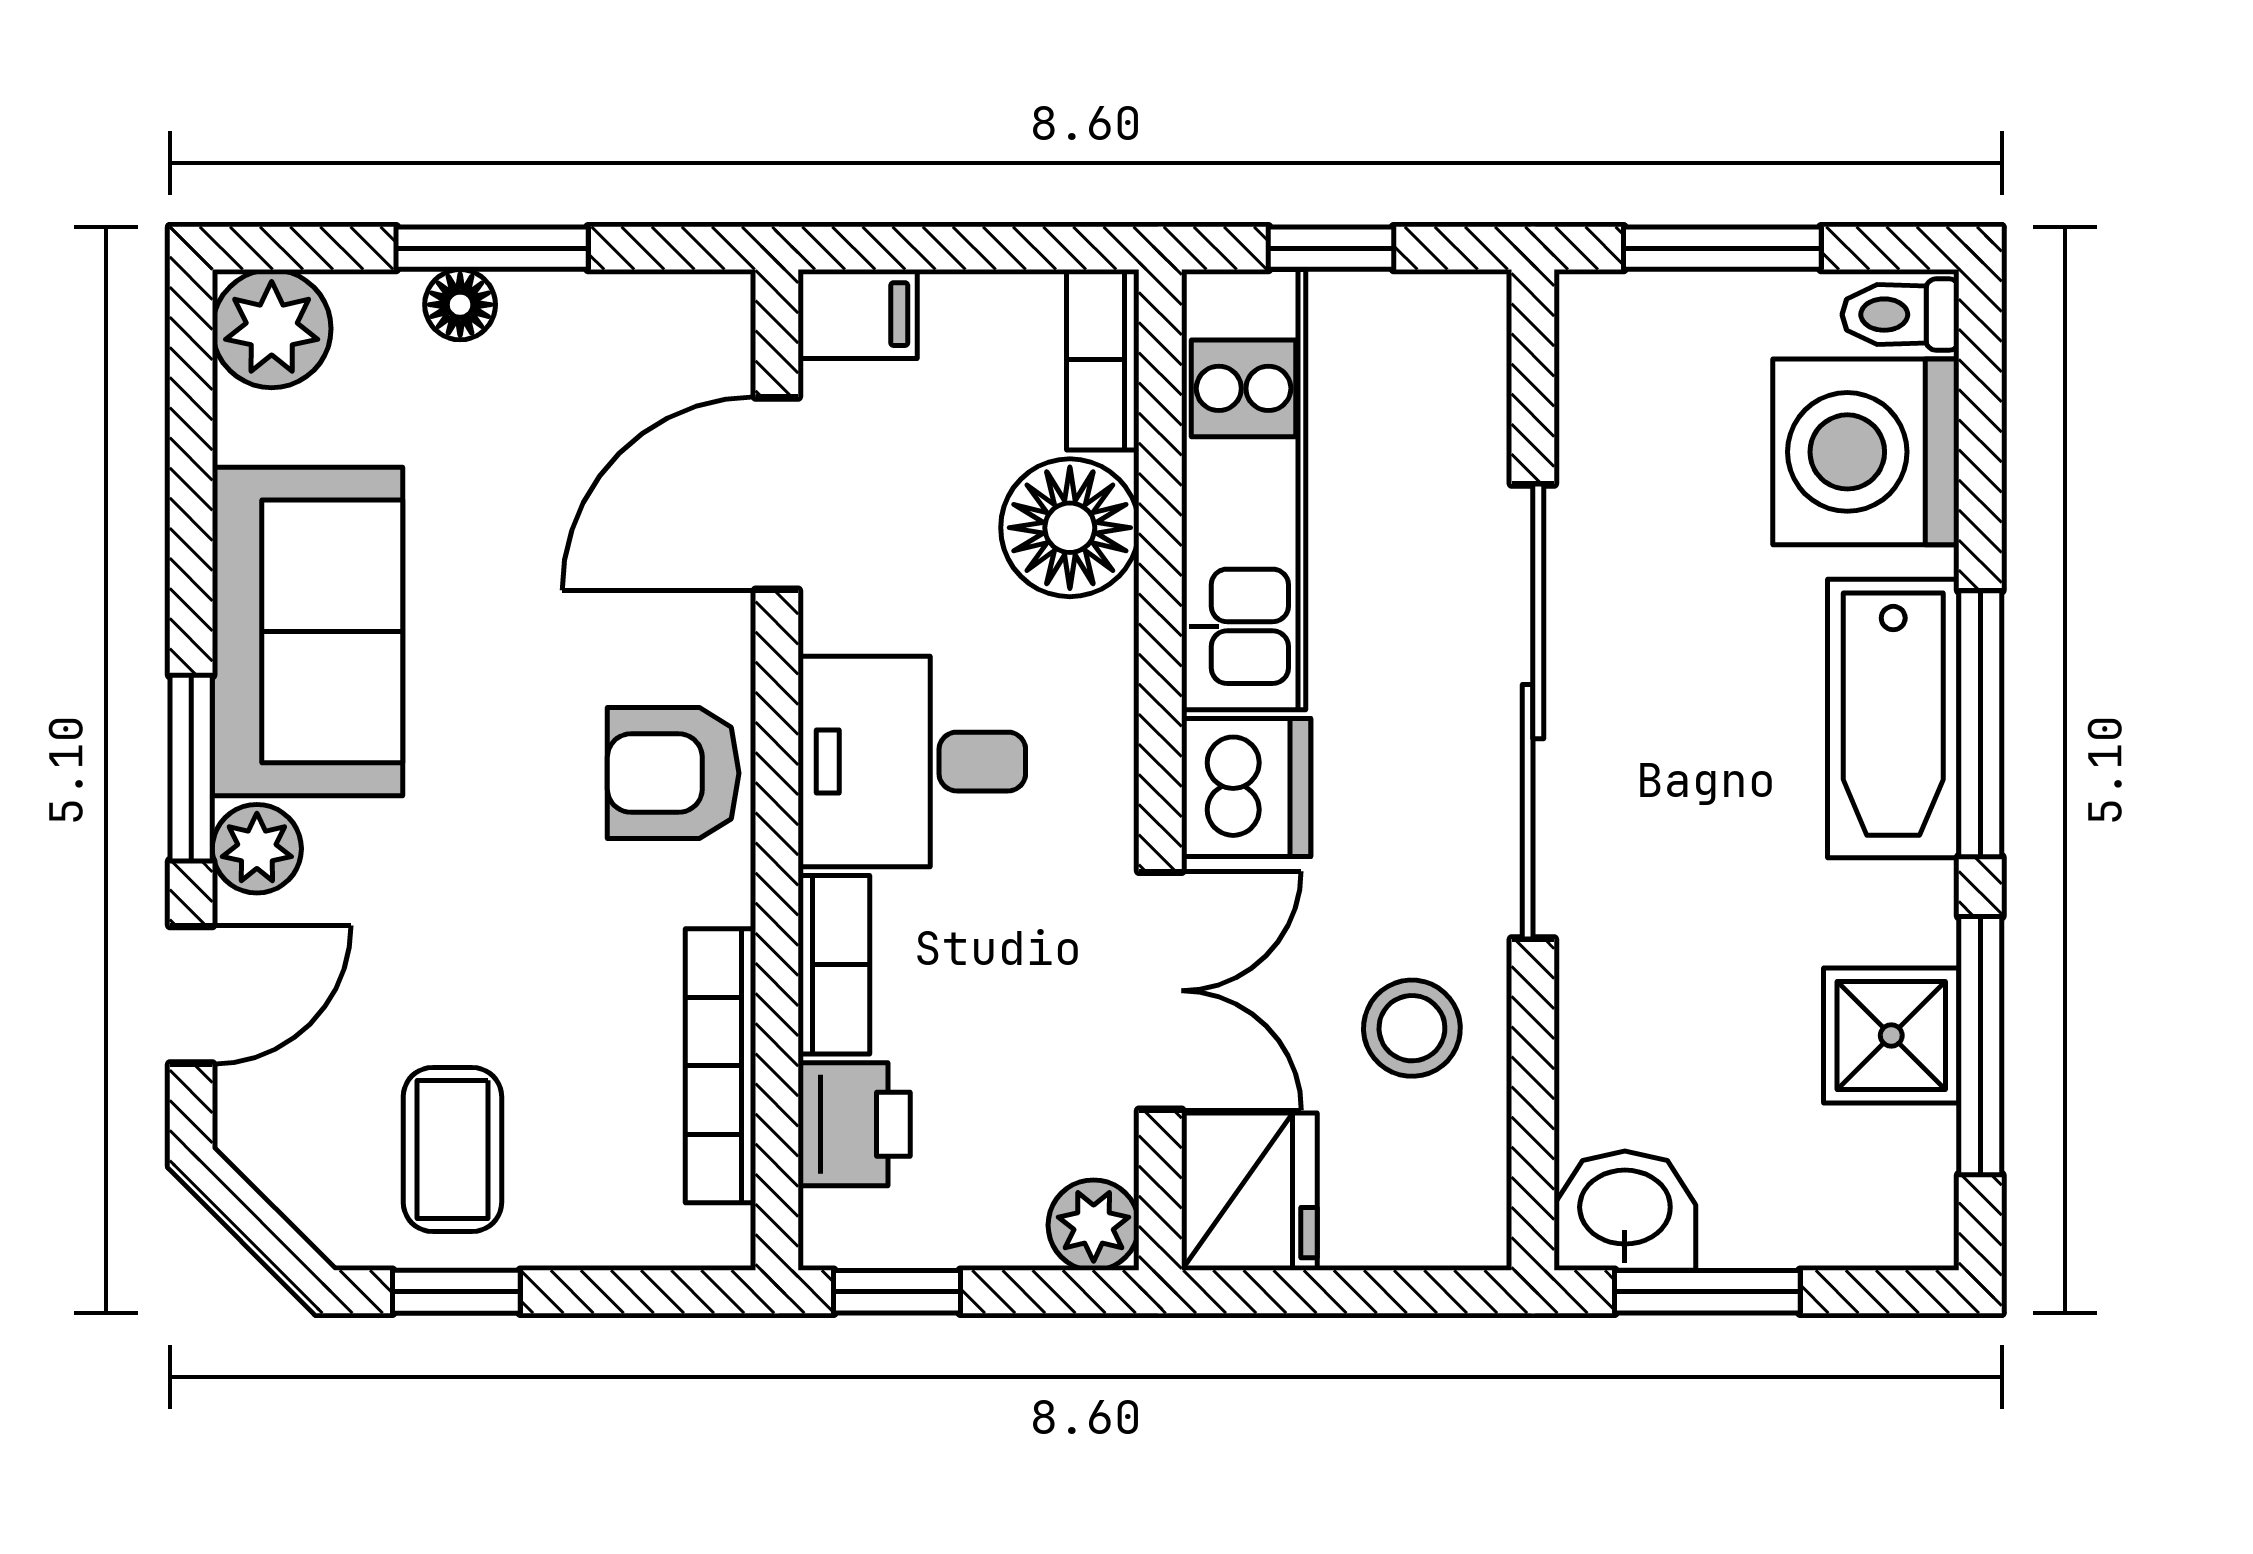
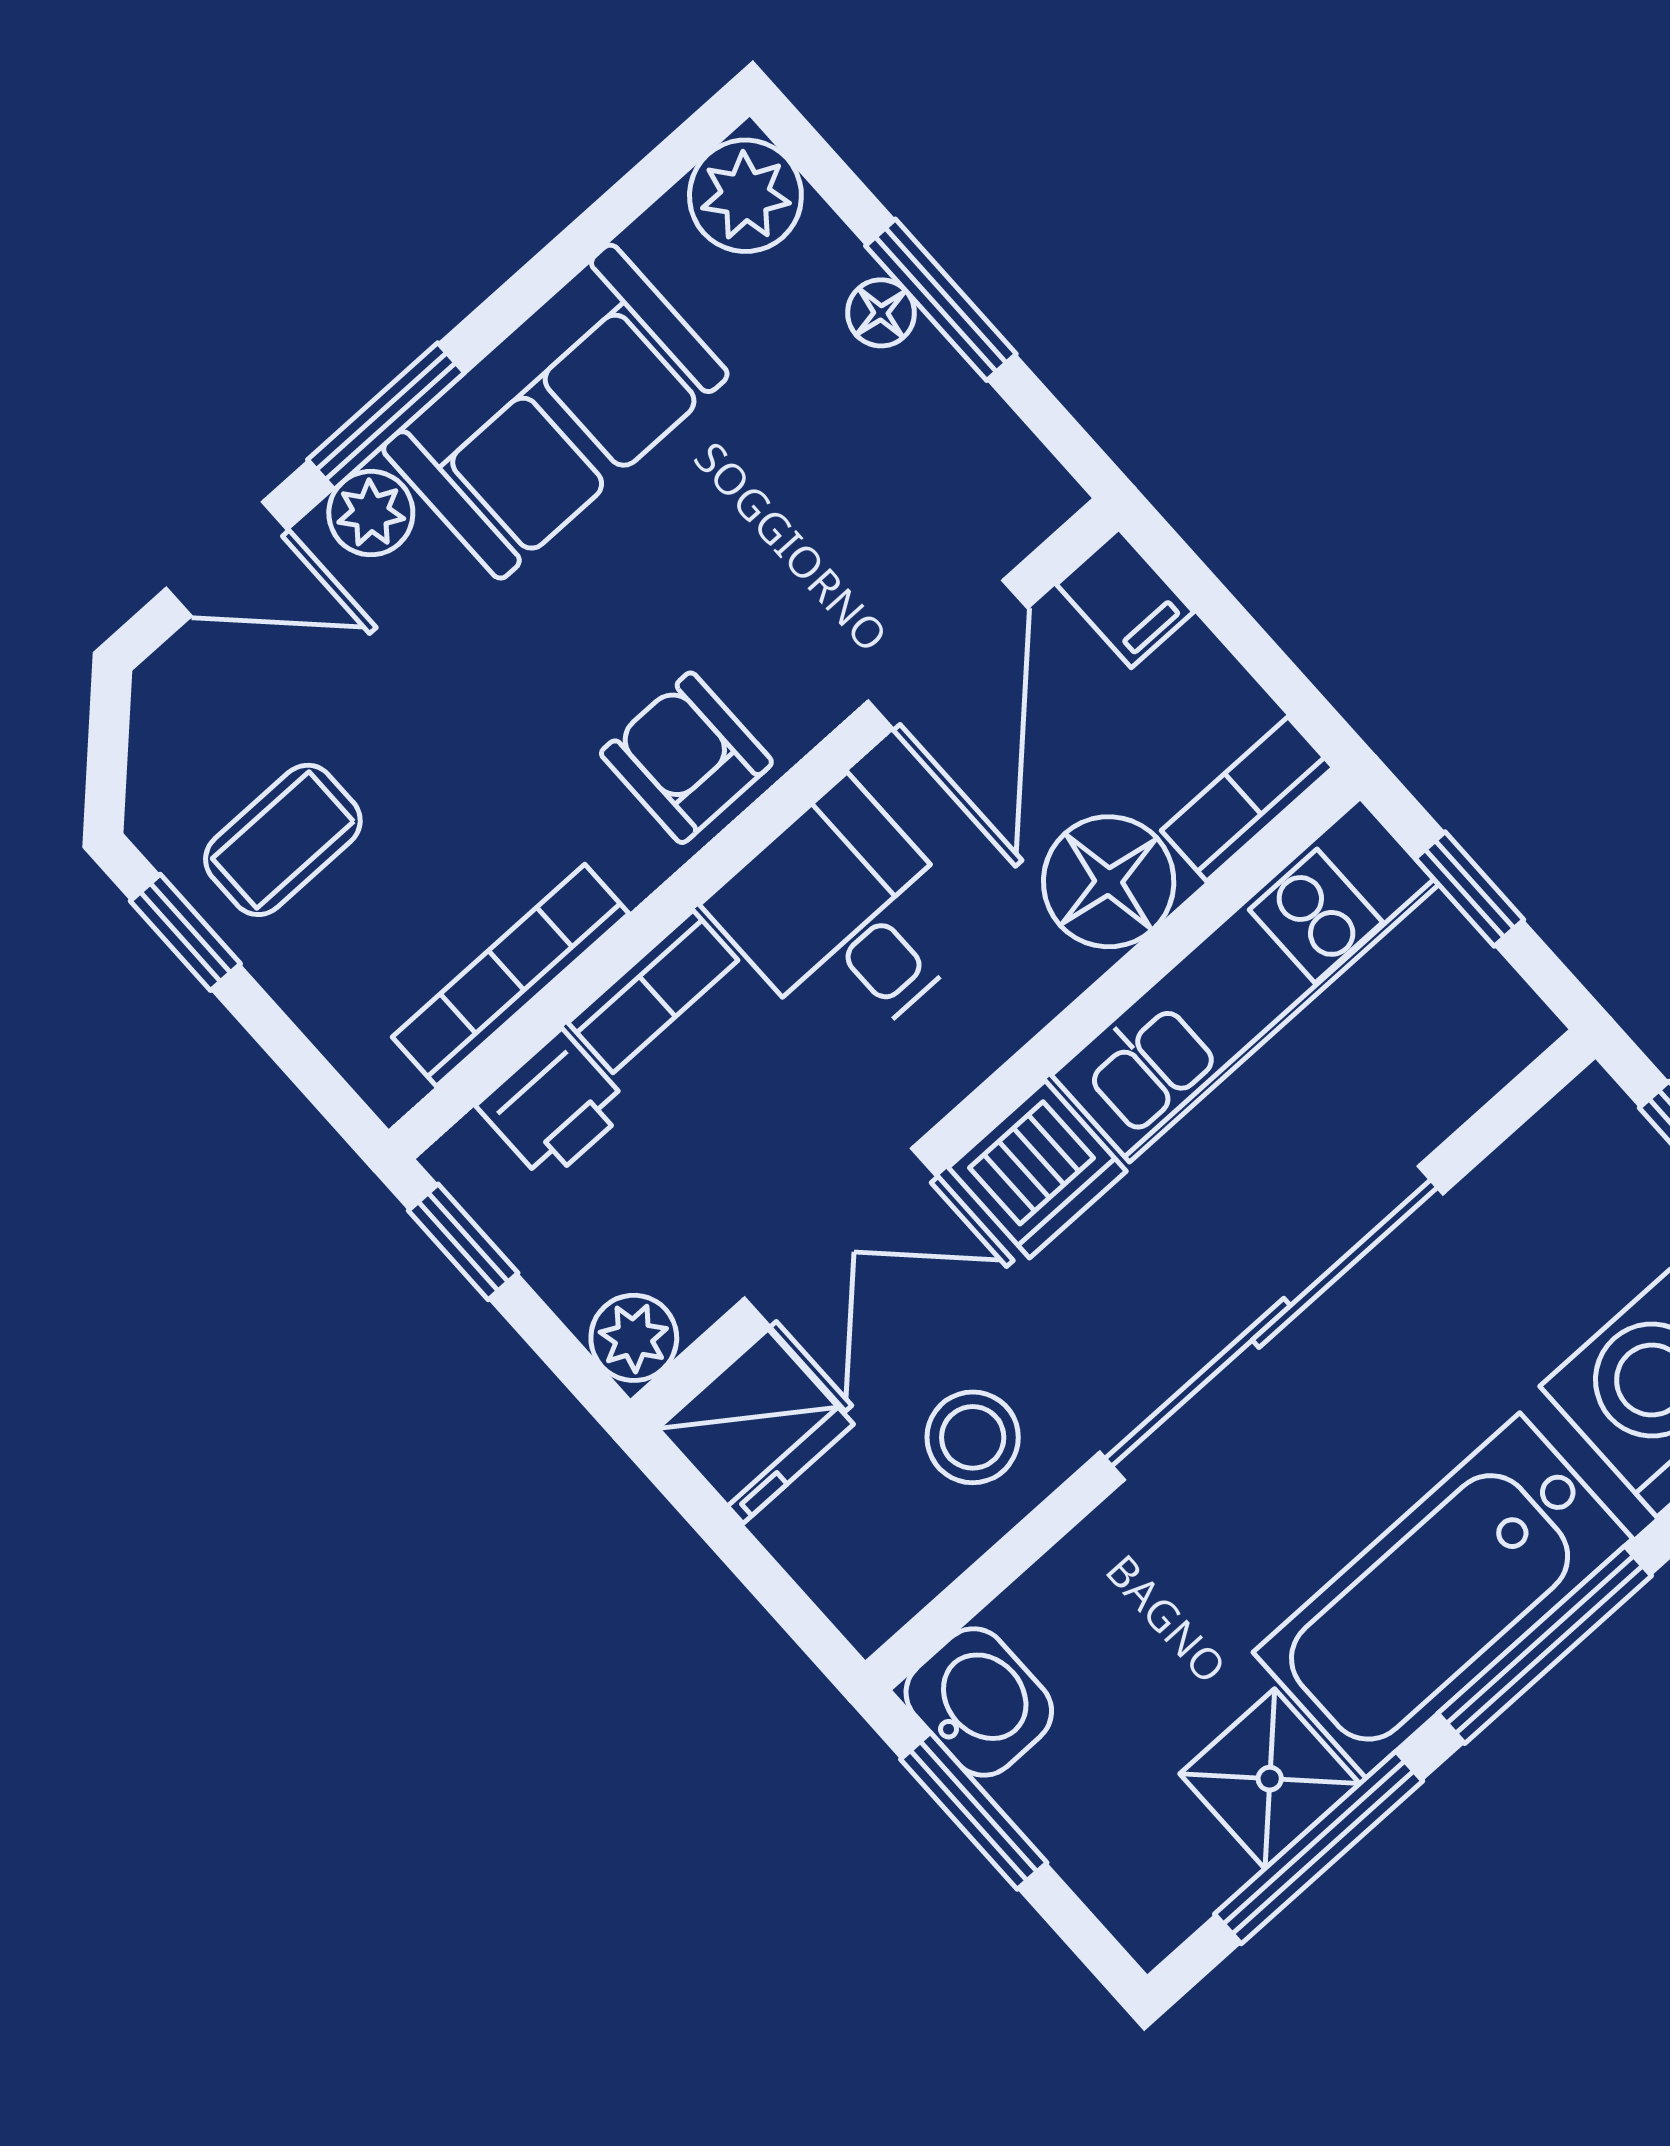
door: (777, 494) -> (948, 654), swing flipped
bathtub: (1893, 718) -> (1443, 1595), width x1.36, depth x1.36

